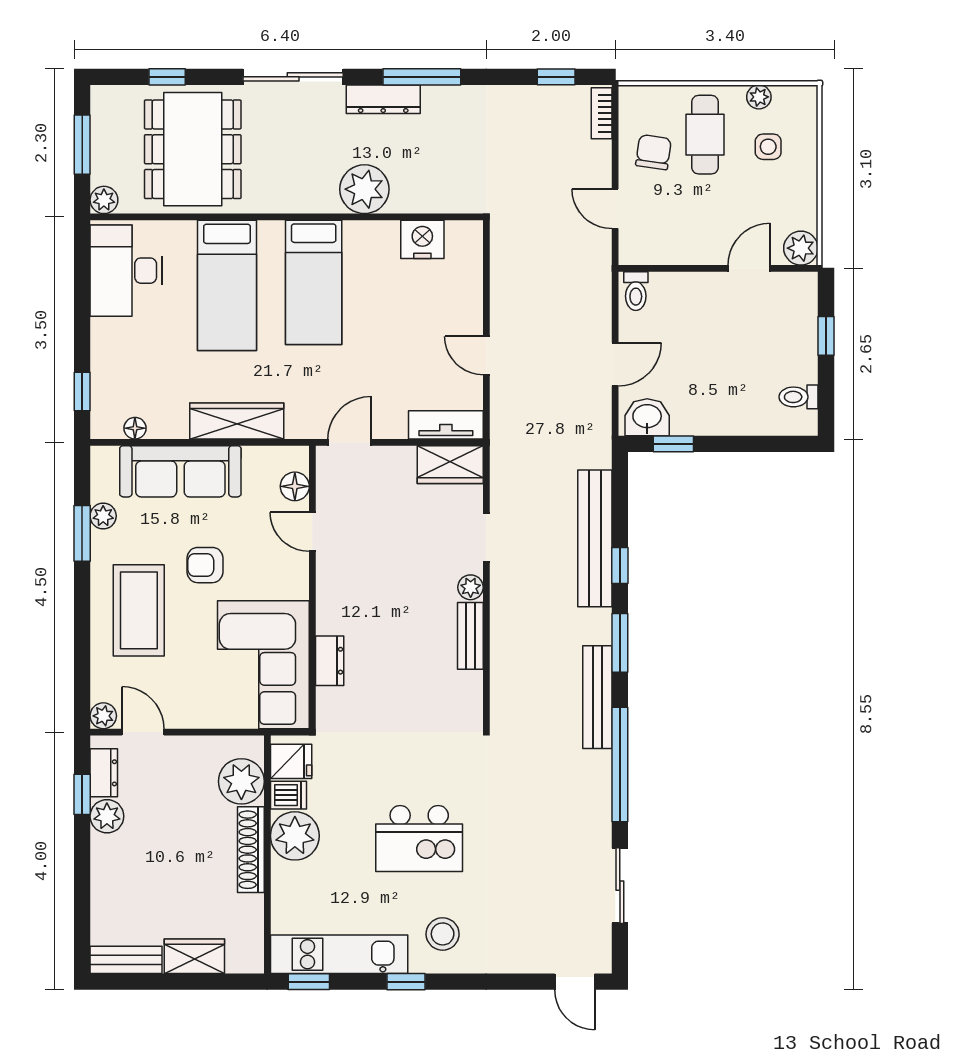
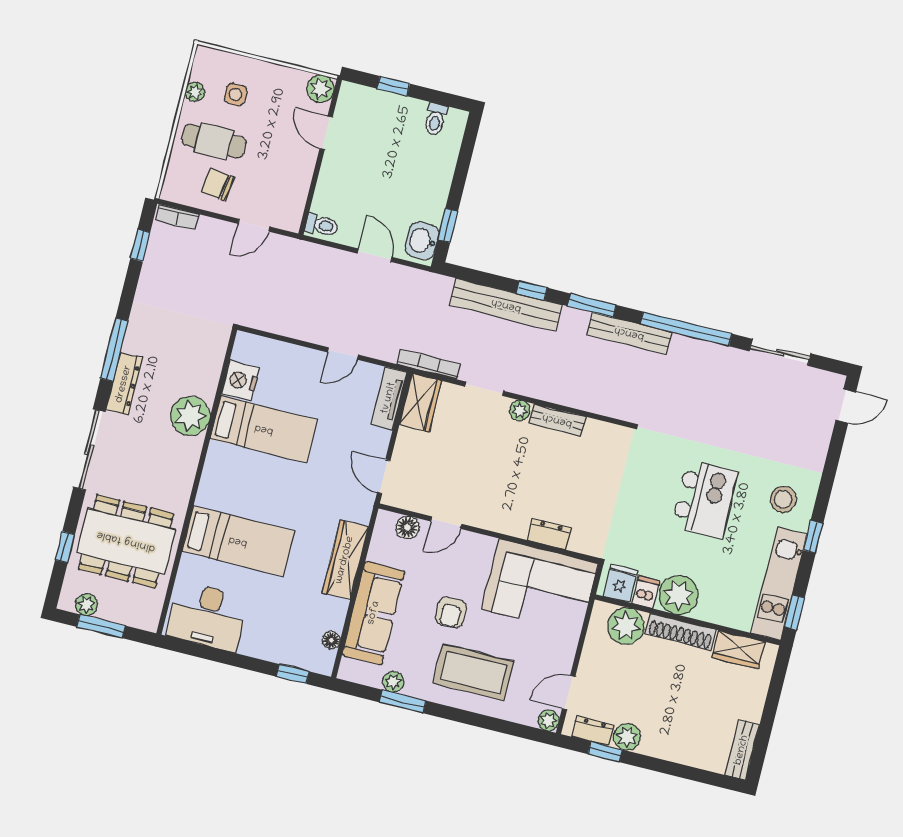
plant: (104, 200) -> (87, 605), moved
bed: (314, 282) -> (264, 429), moved
bookcase: (499, 463) -> (429, 364), added
wardrobe: (194, 956) -> (739, 650), moved, turned -90

